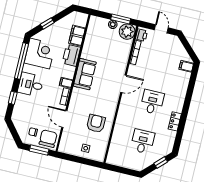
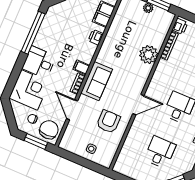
plant: (127, 32) -> (149, 55), moved
corner desk: (40, 54) -> (29, 90), moved
printer: (71, 55) -> (96, 37), width x0.53, depth x0.68
sofa: (85, 74) -> (97, 81), moved
door: (123, 84) -> (138, 105), moved
window: (13, 98) -> (15, 74), removed

